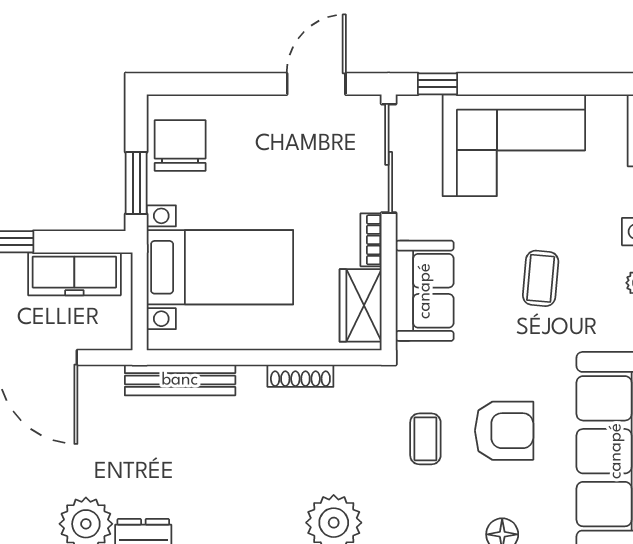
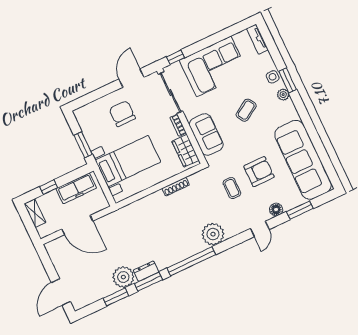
chair: (180, 145) -> (122, 114), moved
coffee table: (541, 278) -> (246, 110), turned 53
bench: (180, 380) -> (133, 209), removed

